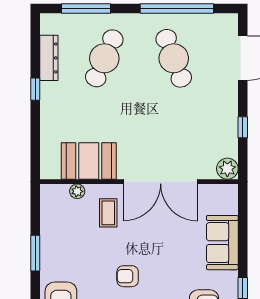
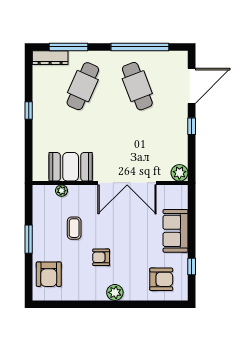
dresser: (49, 58) -> (50, 58), moved, turned 90
window: (243, 127) -> (192, 126), moved
coffee table: (108, 213) -> (74, 228), moved

